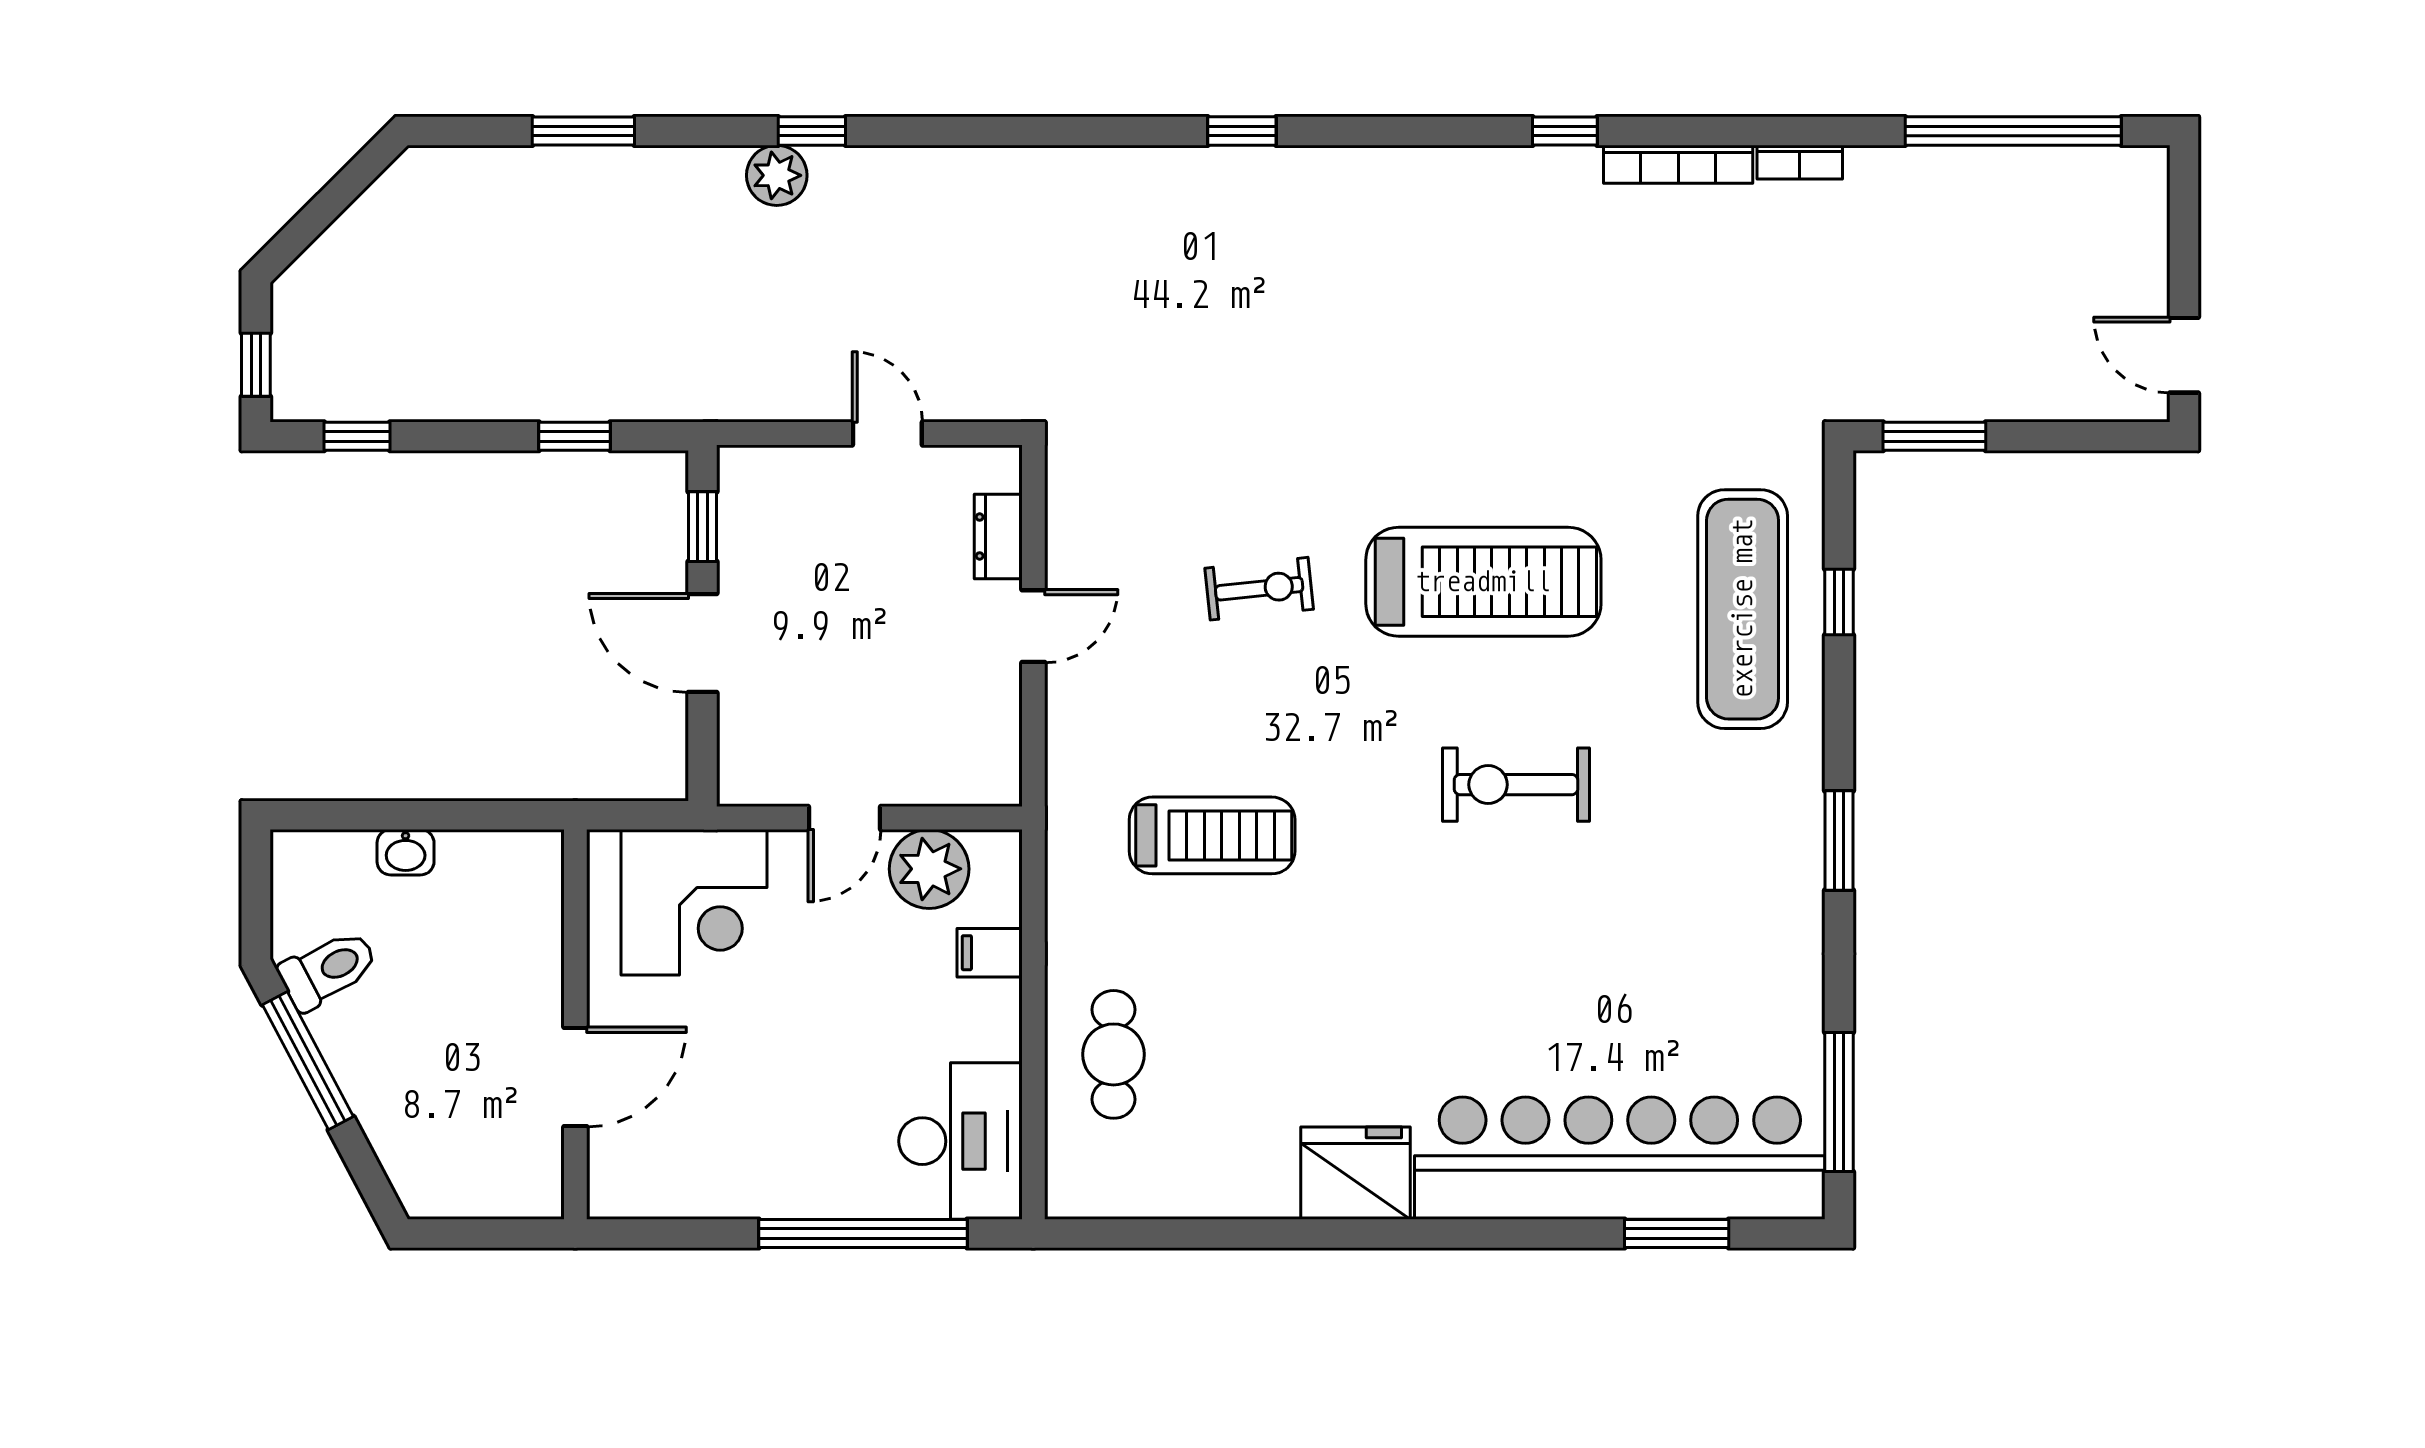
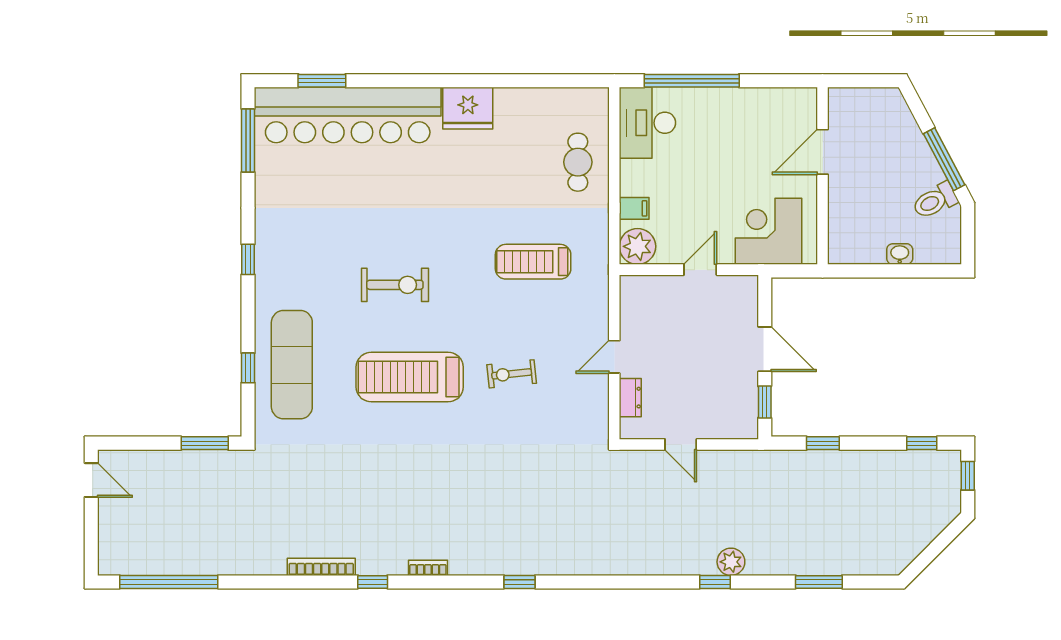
bookcase: (1800, 162) -> (428, 568), moved
window: (1839, 841) -> (248, 259), width x0.67
plant: (929, 869) -> (637, 246), moved

